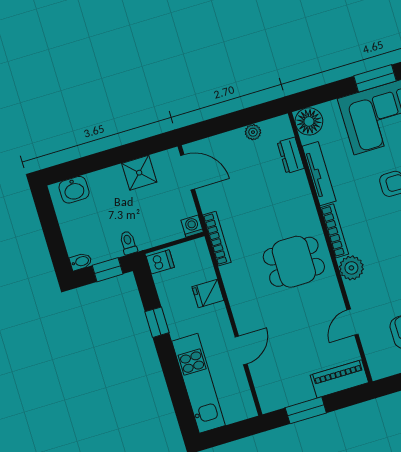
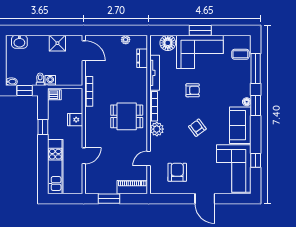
floor lamp: (309, 121) -> (168, 43), moved
washing machine: (192, 226) -> (50, 81), moved

